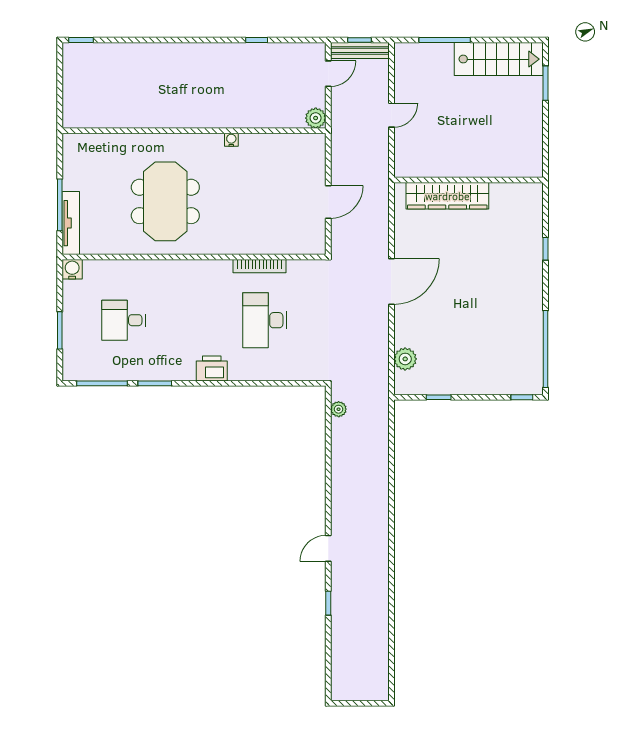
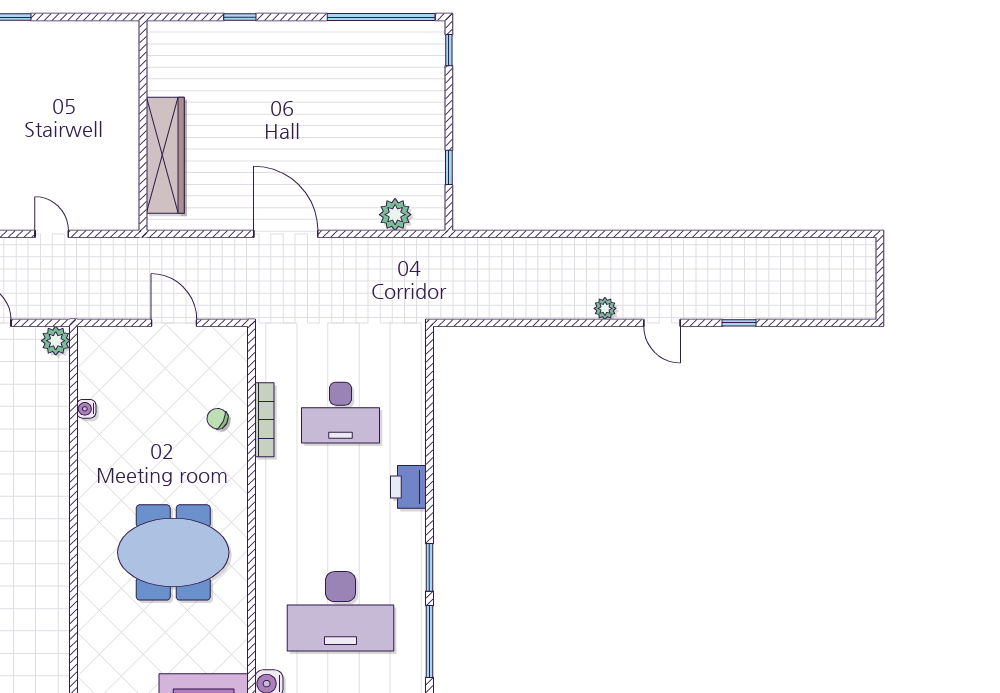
water cooler: (231, 140) -> (86, 409), moved
chair: (260, 233) -> (217, 419), added
desk: (124, 320) -> (340, 611), width x1.87, depth x1.30
plant: (339, 409) -> (605, 308), moved

